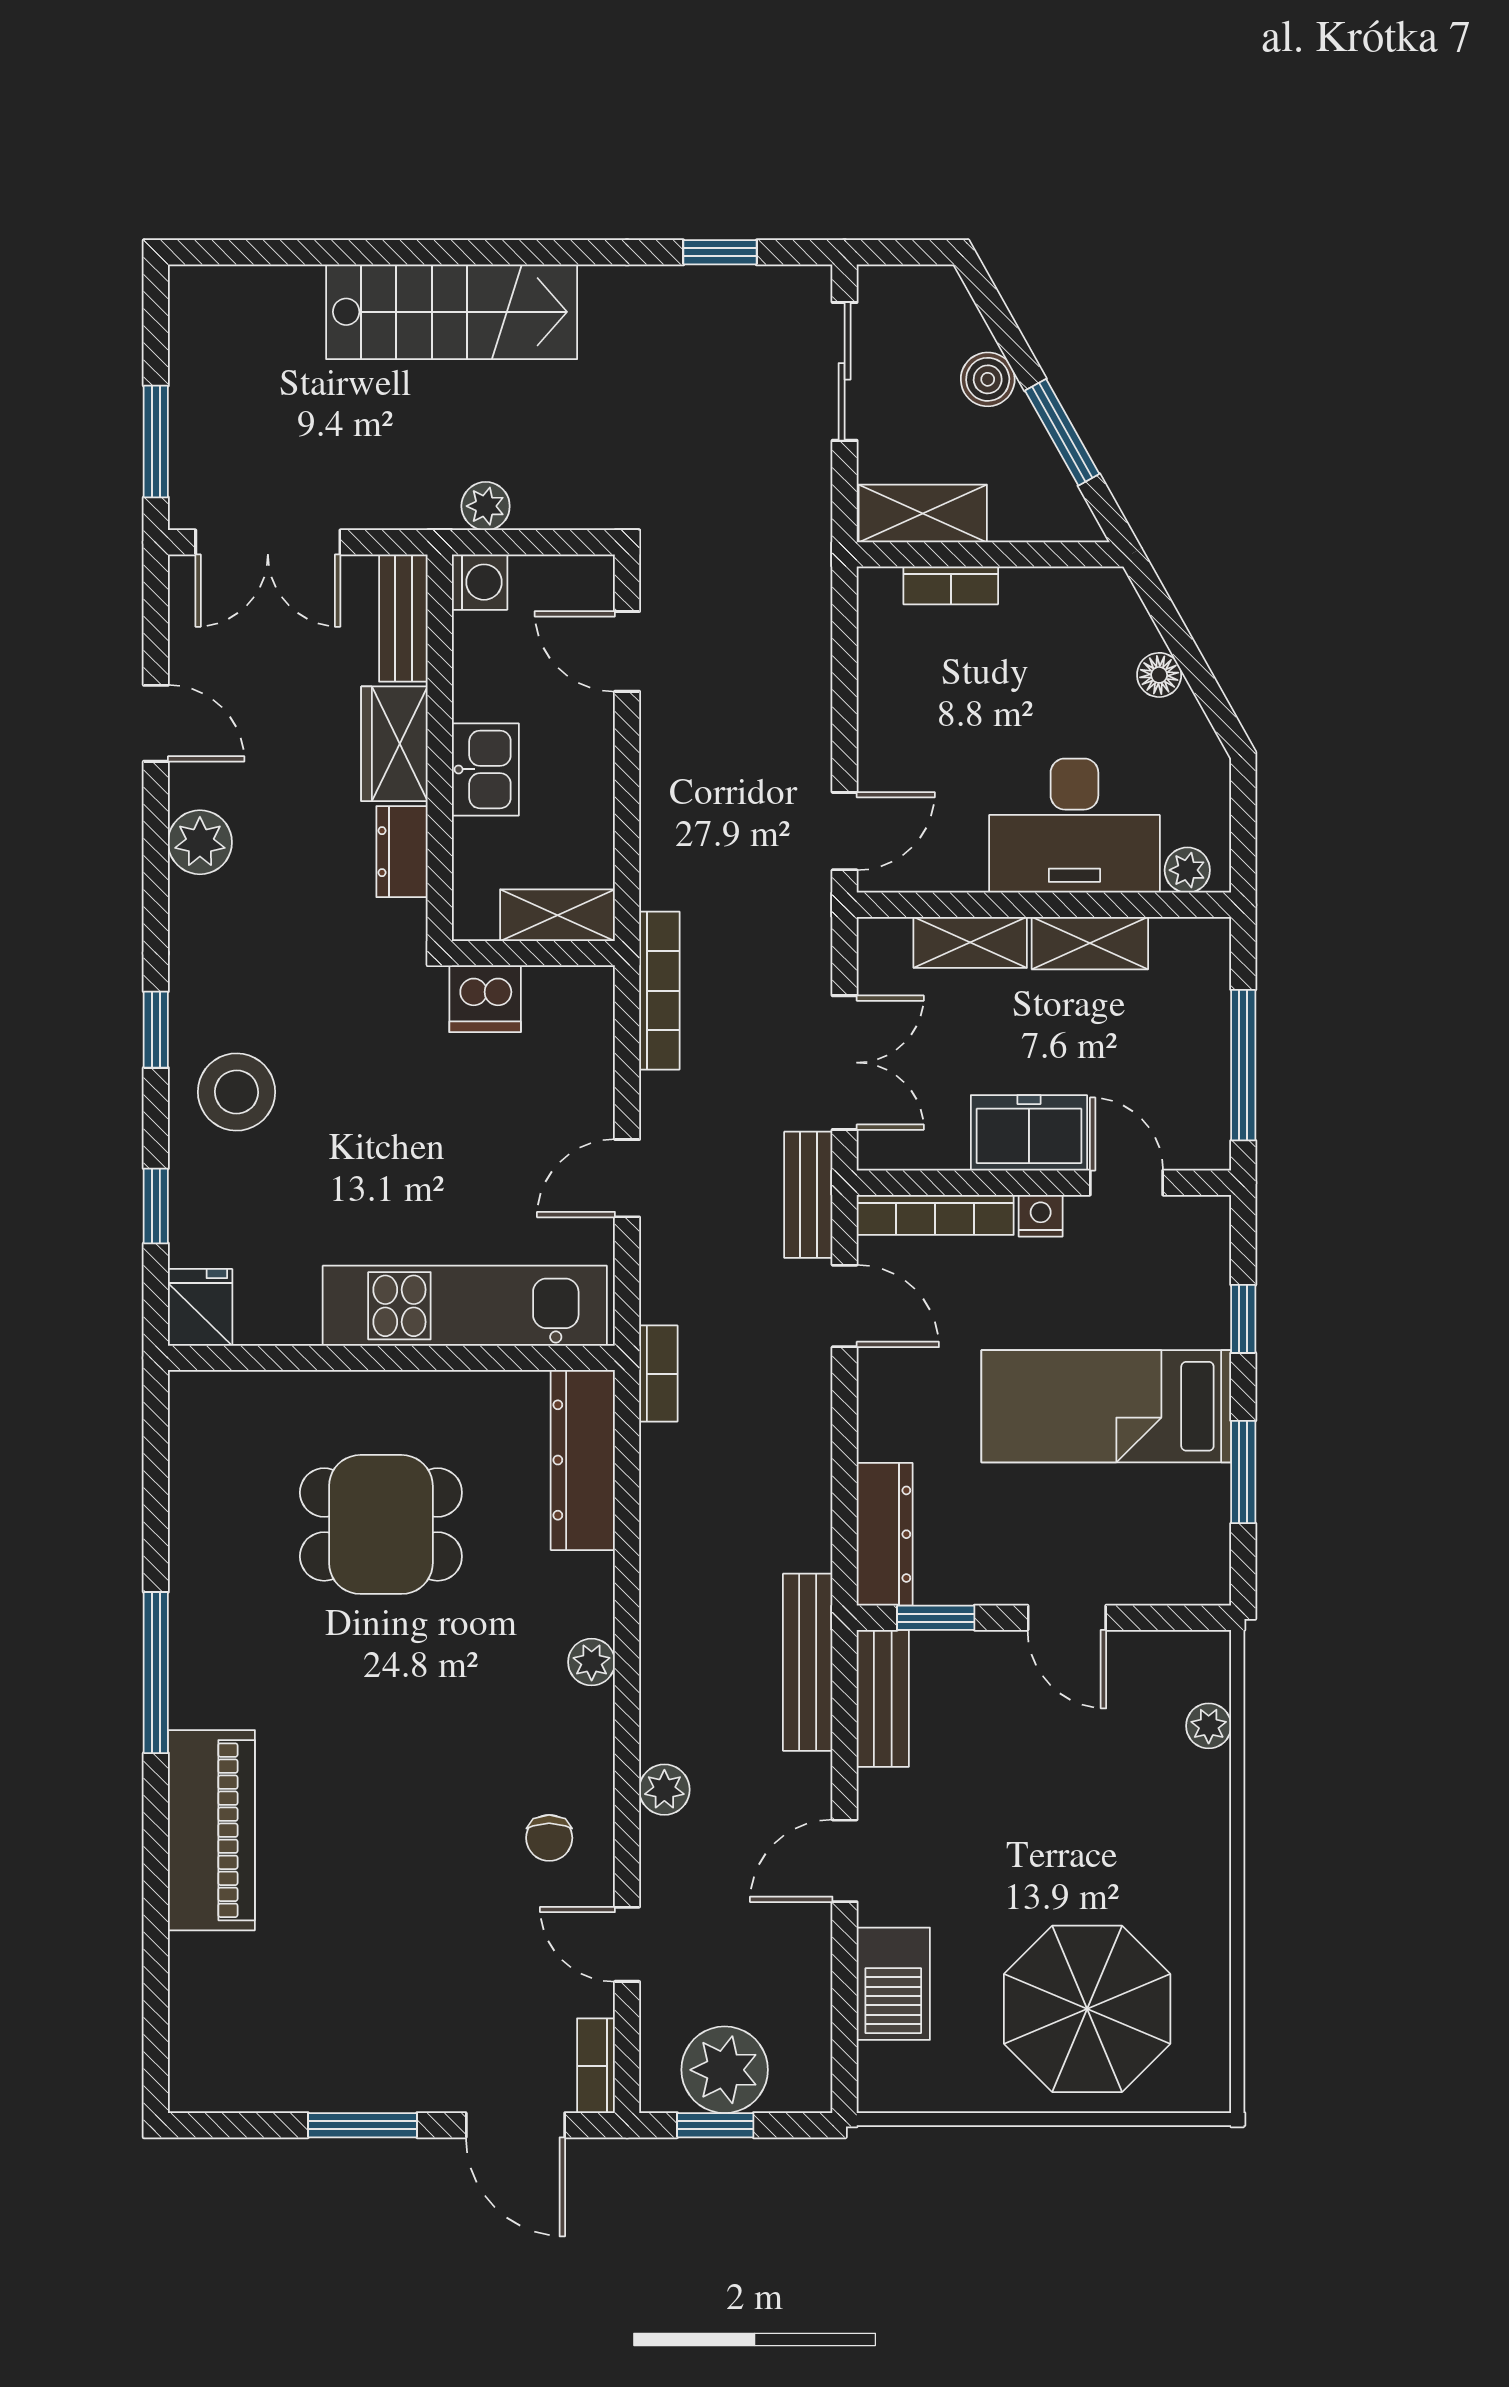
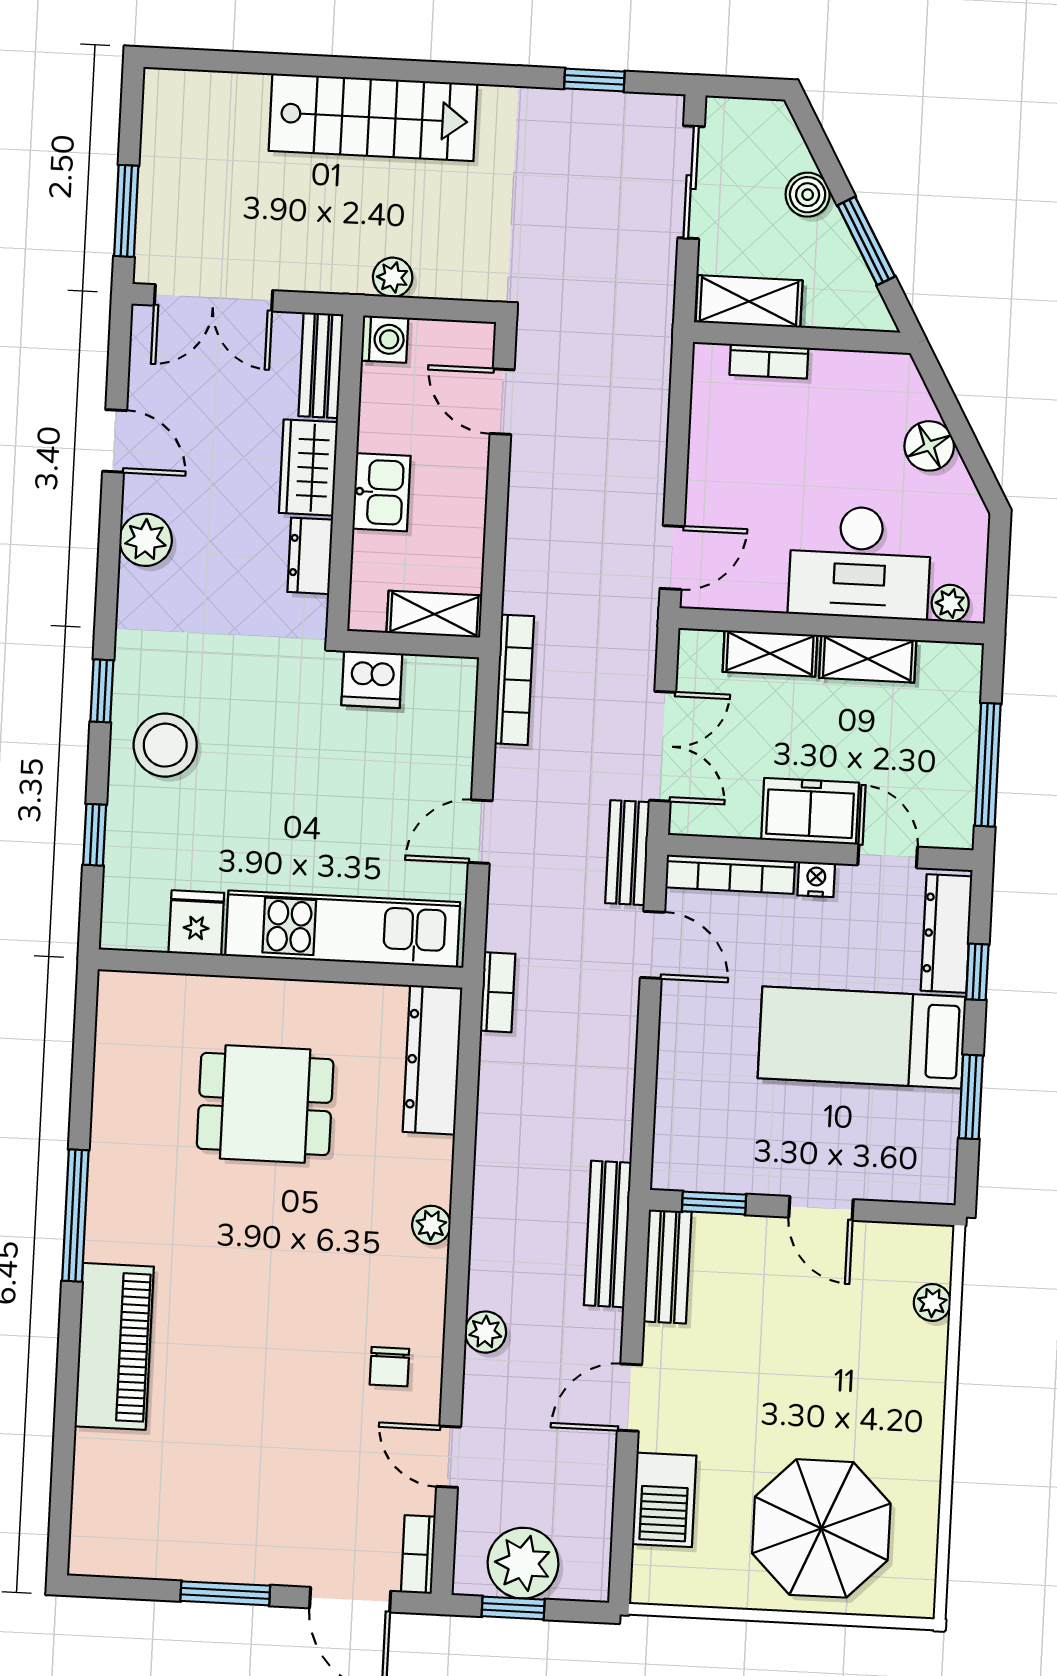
floor lamp: (1159, 675) -> (929, 446), width x1.37, depth x1.37
fridge: (200, 1307) -> (196, 923), moved
dresser: (885, 1534) -> (946, 933), moved, turned 180

